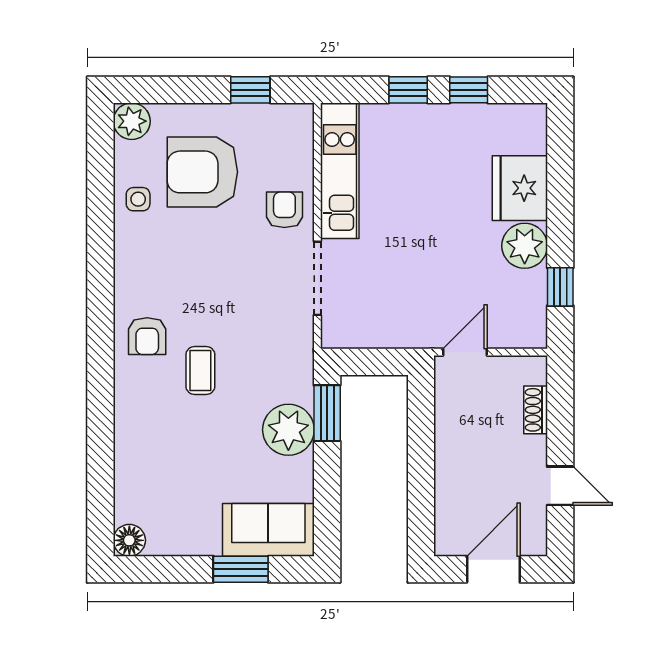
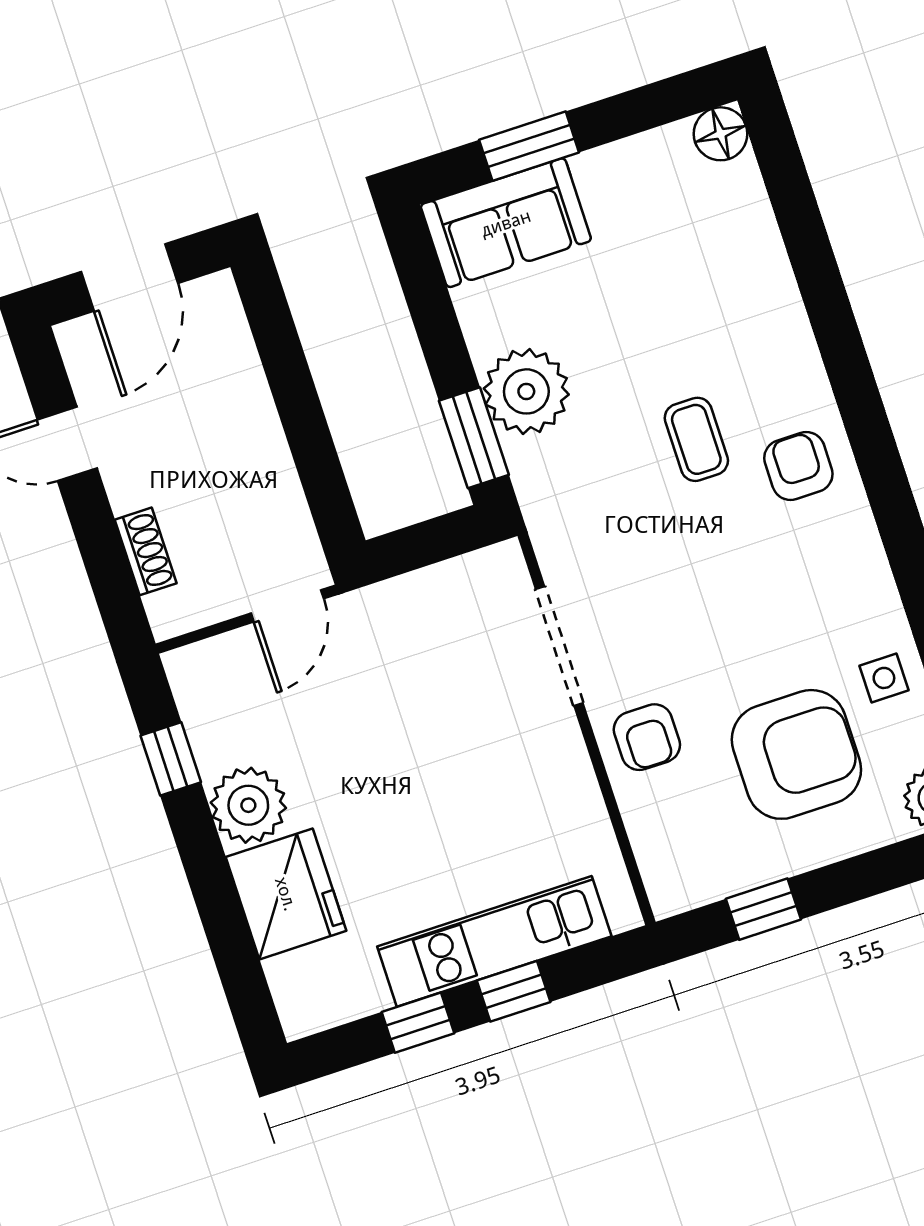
kitchen unit: (340, 171) -> (494, 941), moved, turned 90

